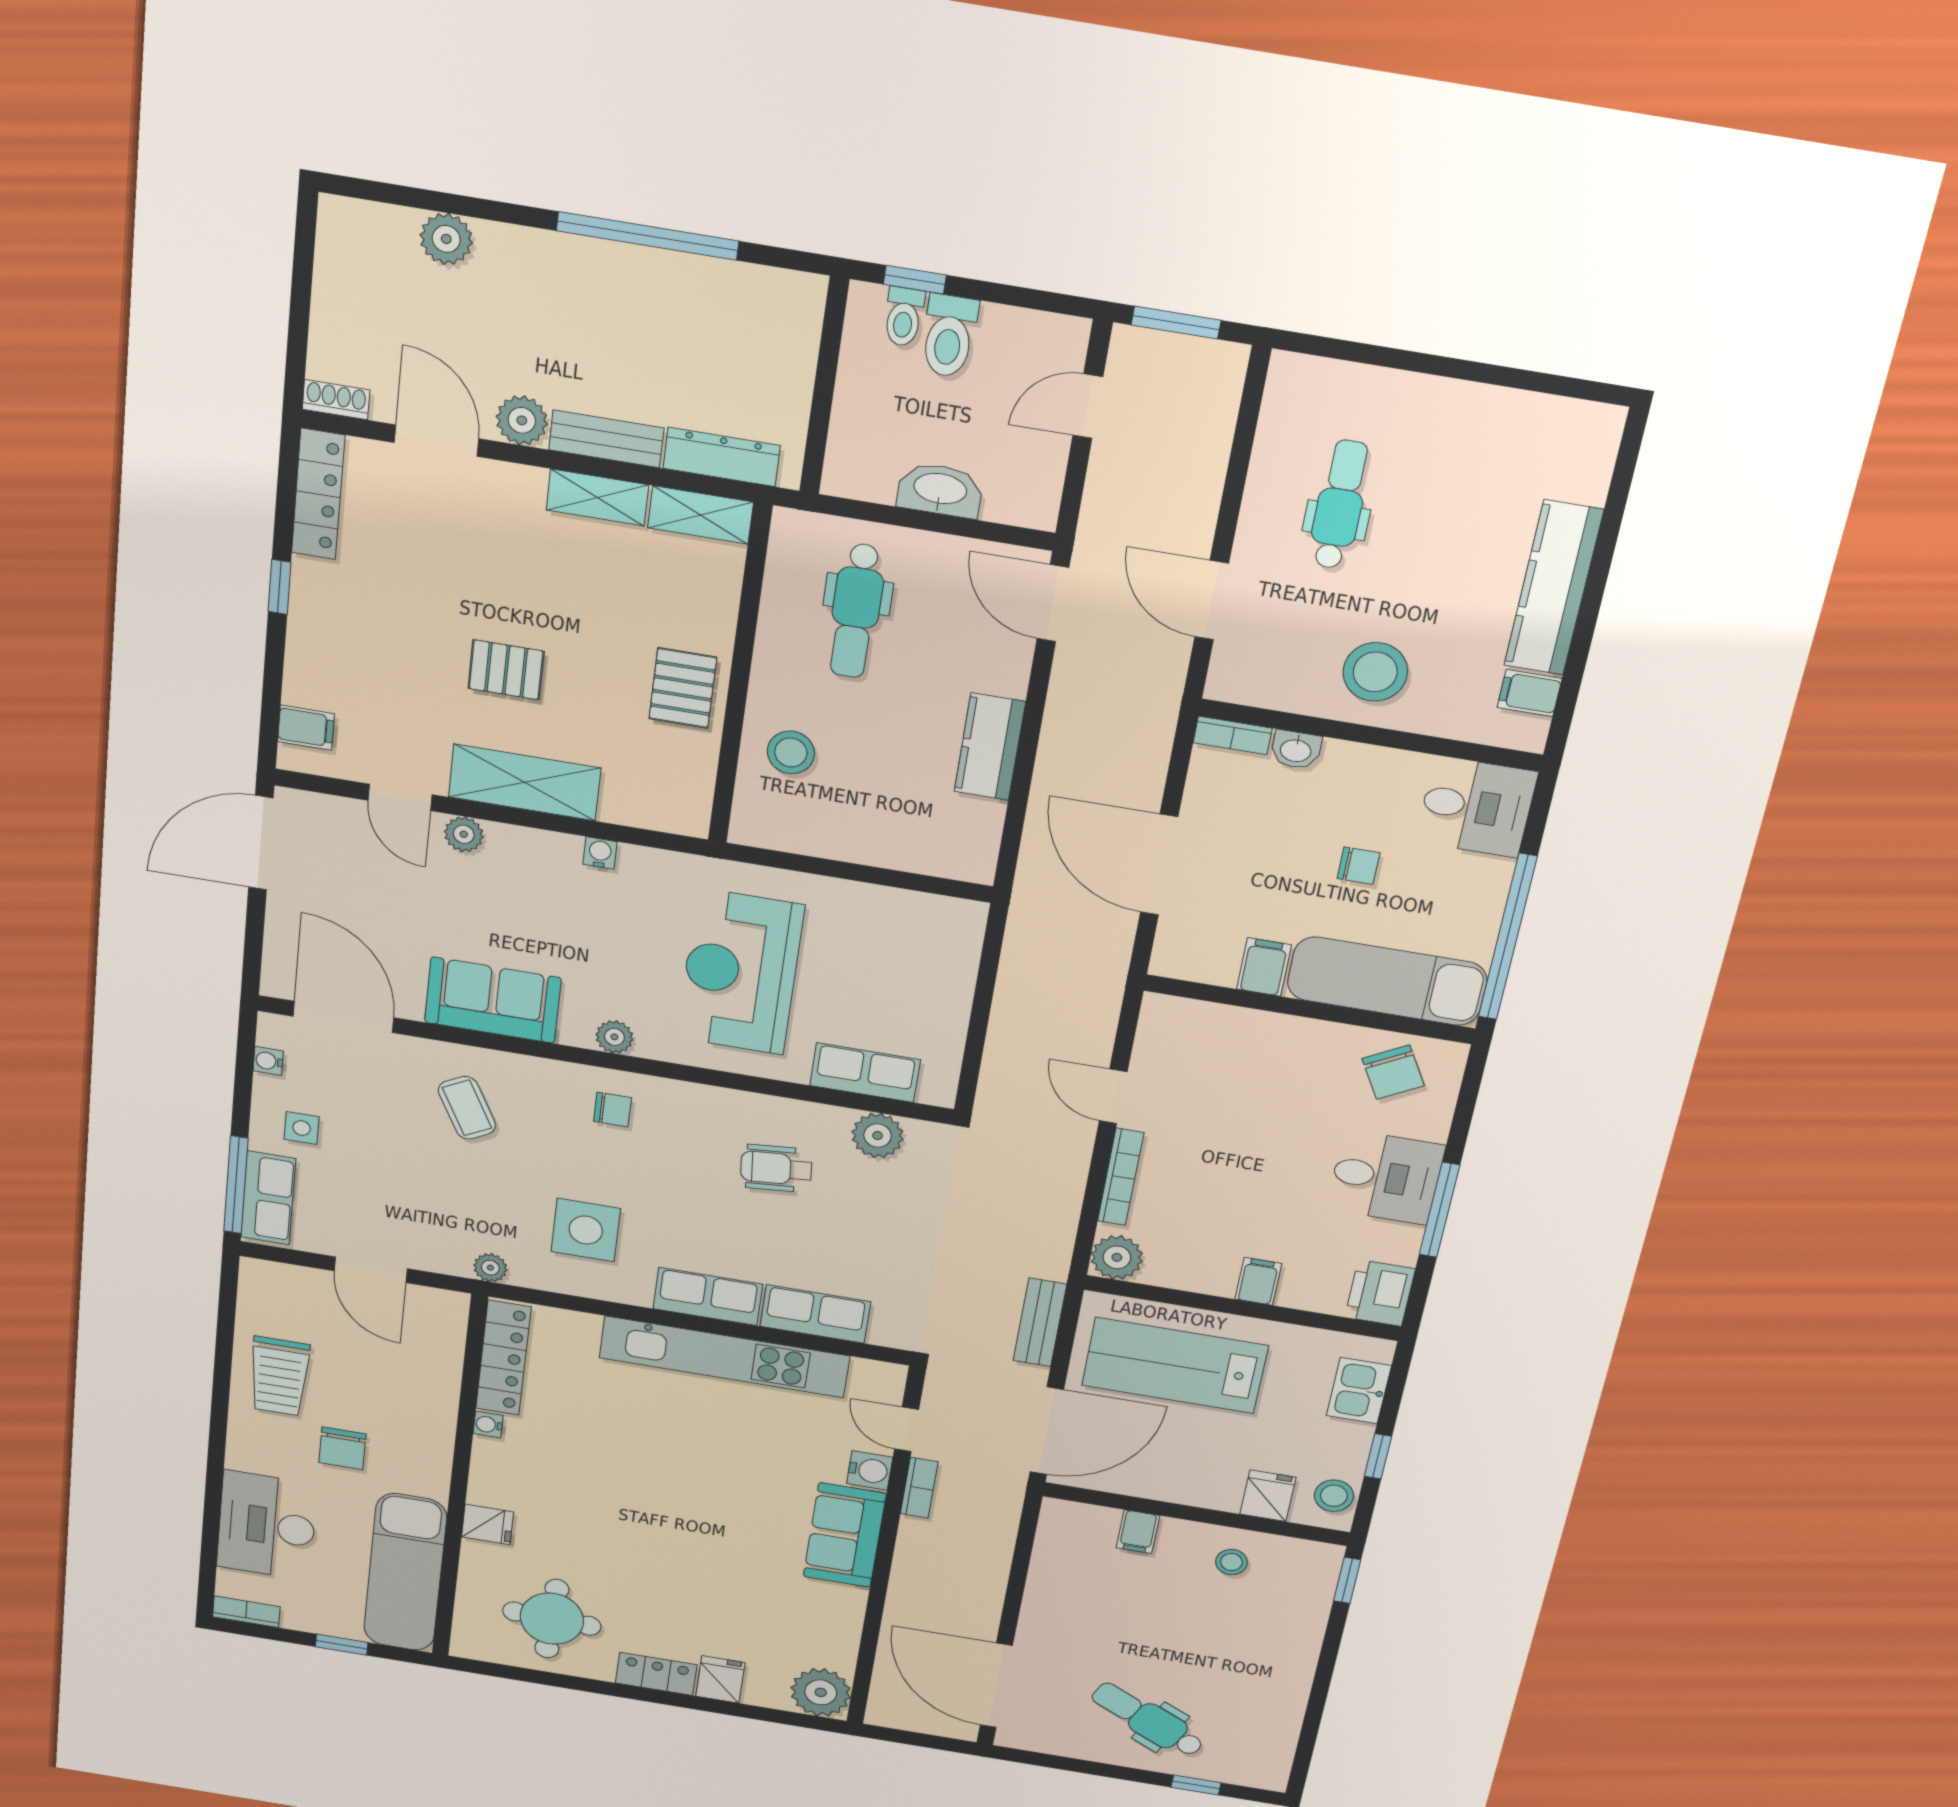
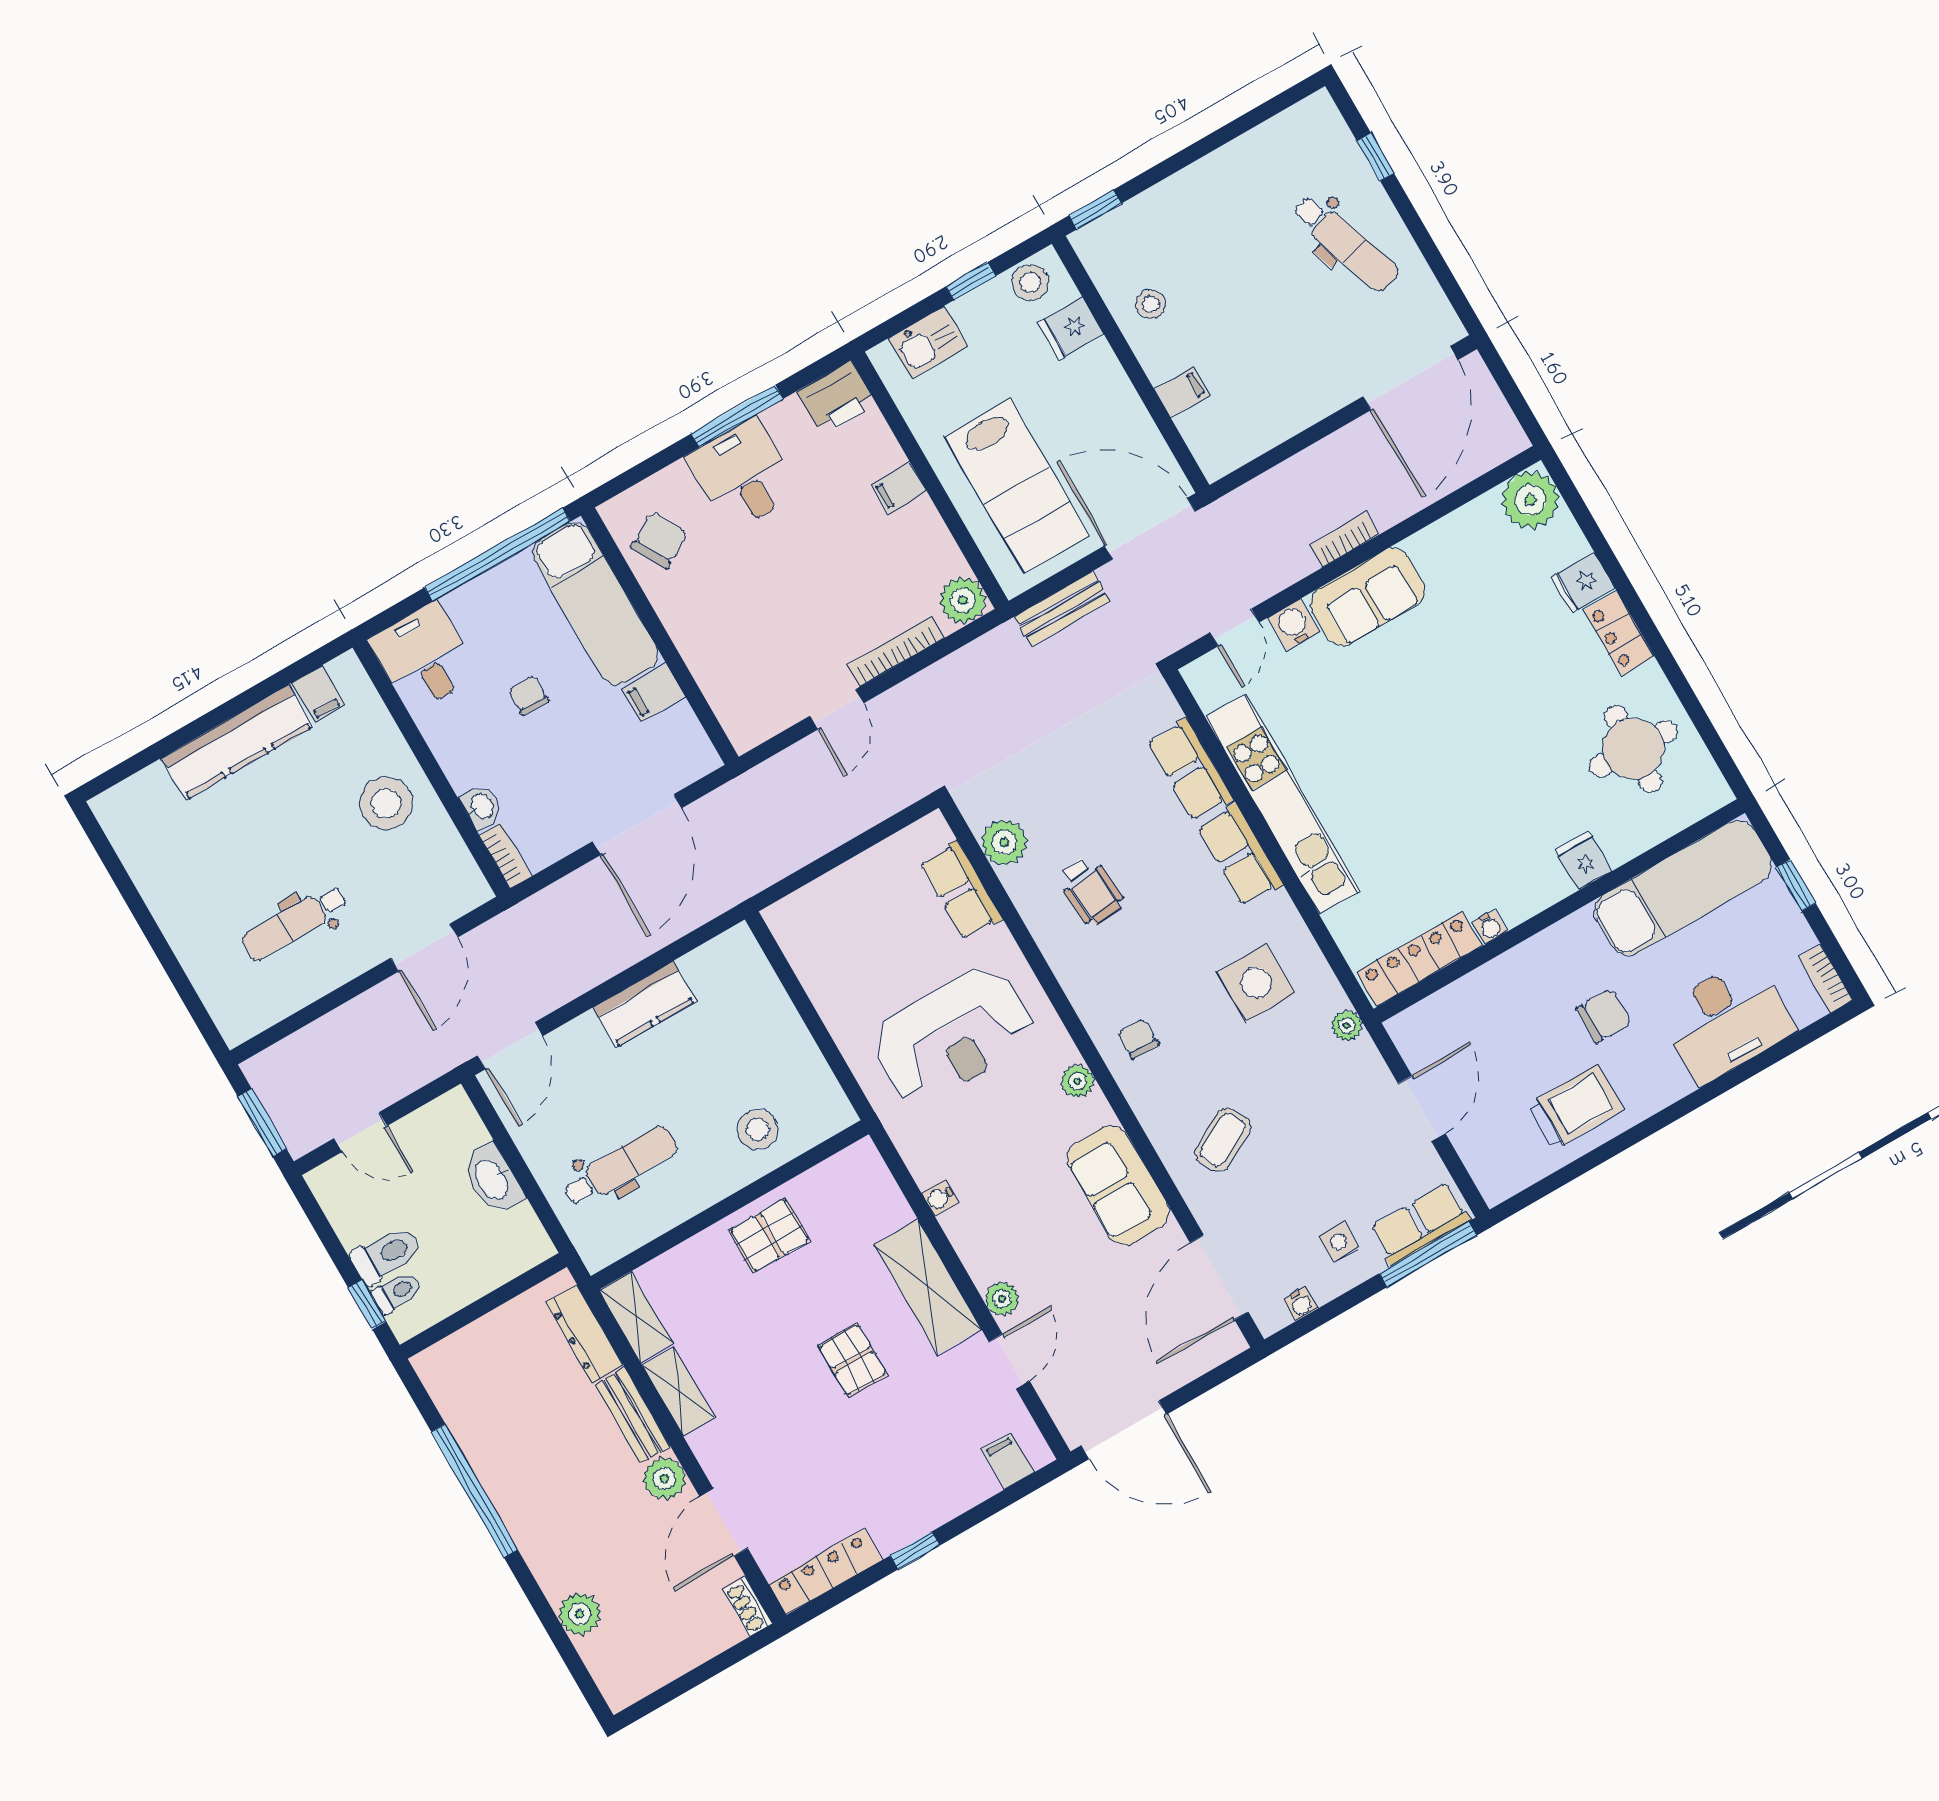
bookcase: (919, 1488) -> (1344, 540), moved
dental chair: (1148, 1720) -> (1345, 243), turned -45

